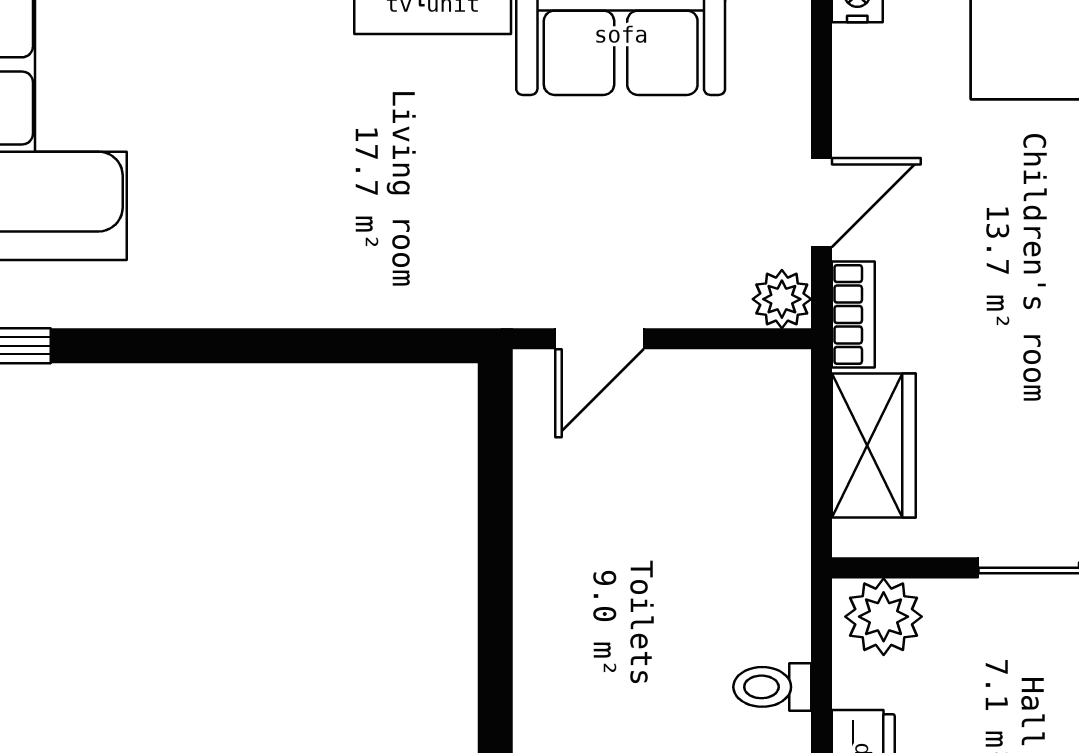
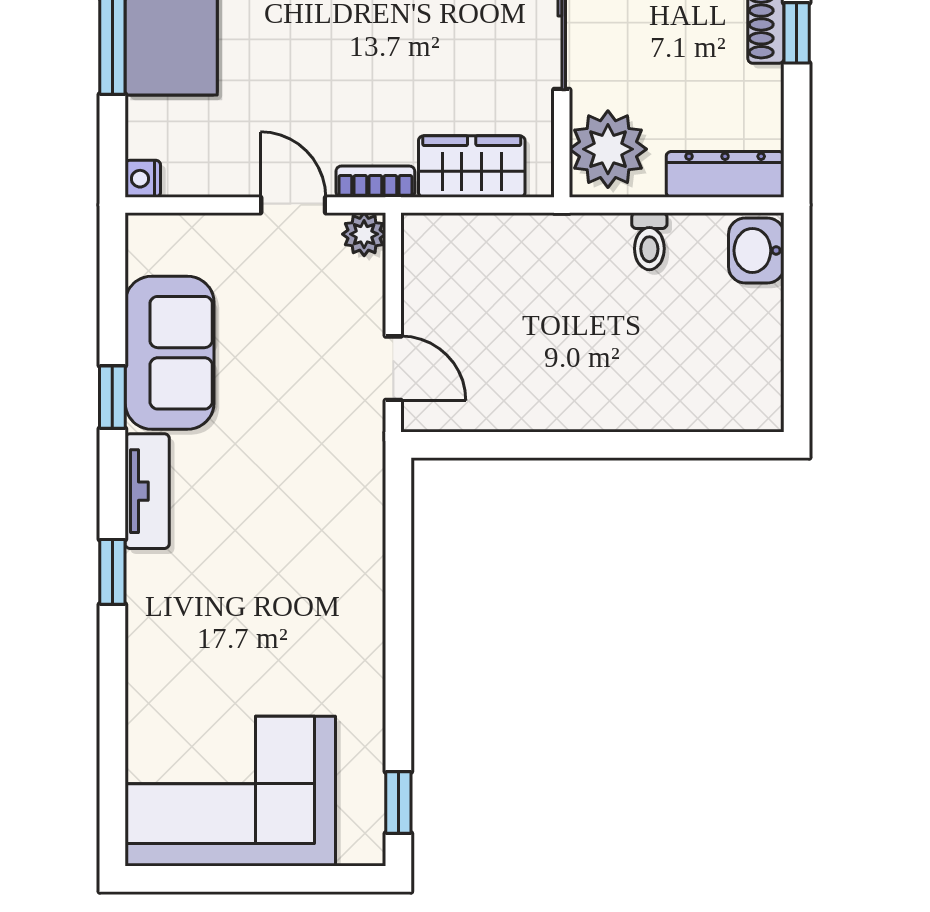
plant: (884, 617) -> (608, 149), width x1.36, depth x1.36

